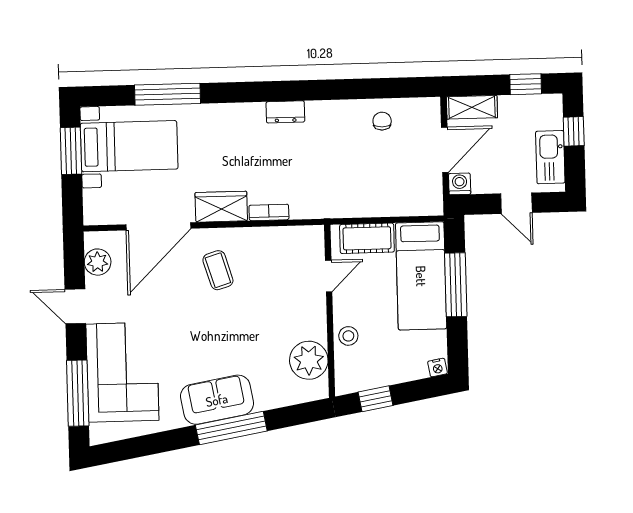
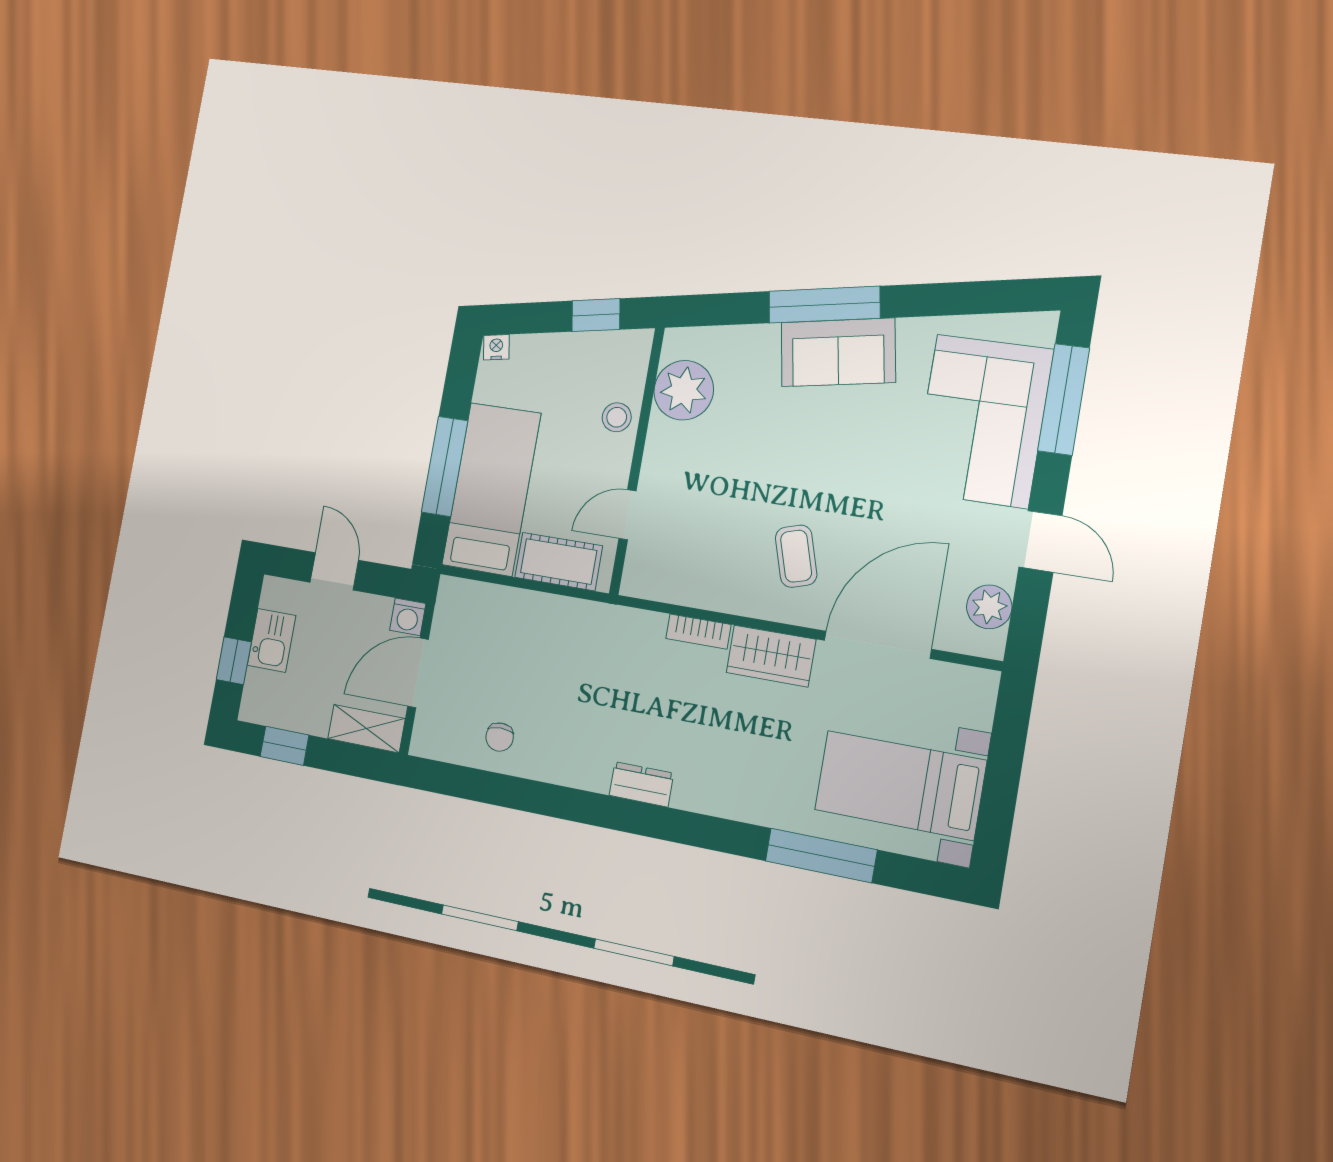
window: (71, 151) -> (999, 799), removed
kitchen sink: (550, 157) -> (272, 640), width x0.73

